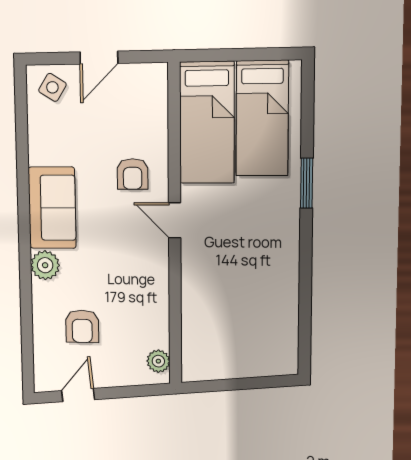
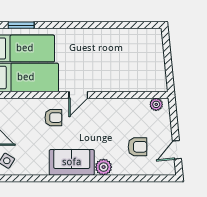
window: (307, 183) -> (21, 25), moved
door: (78, 395) -> (177, 150), hinge flipped

